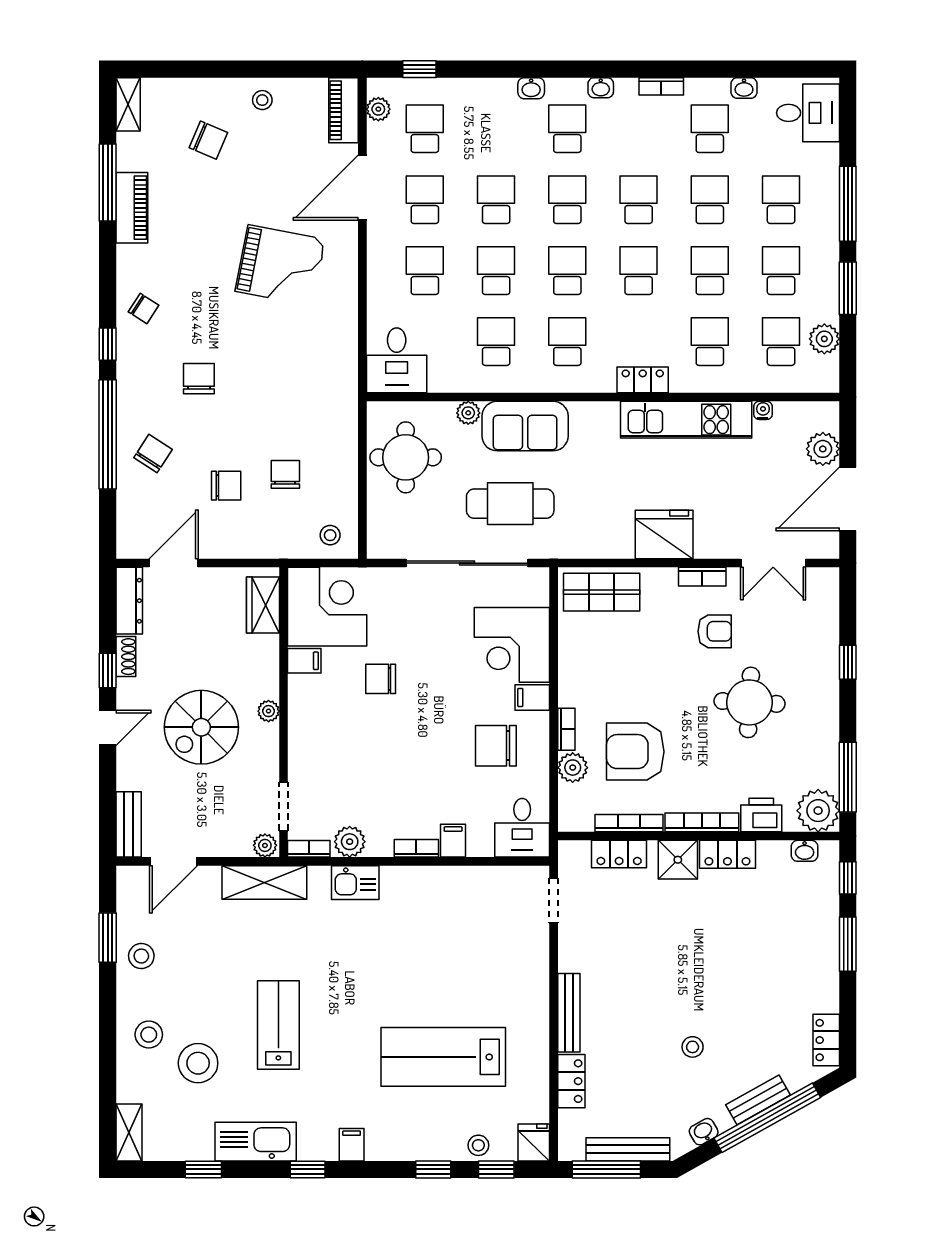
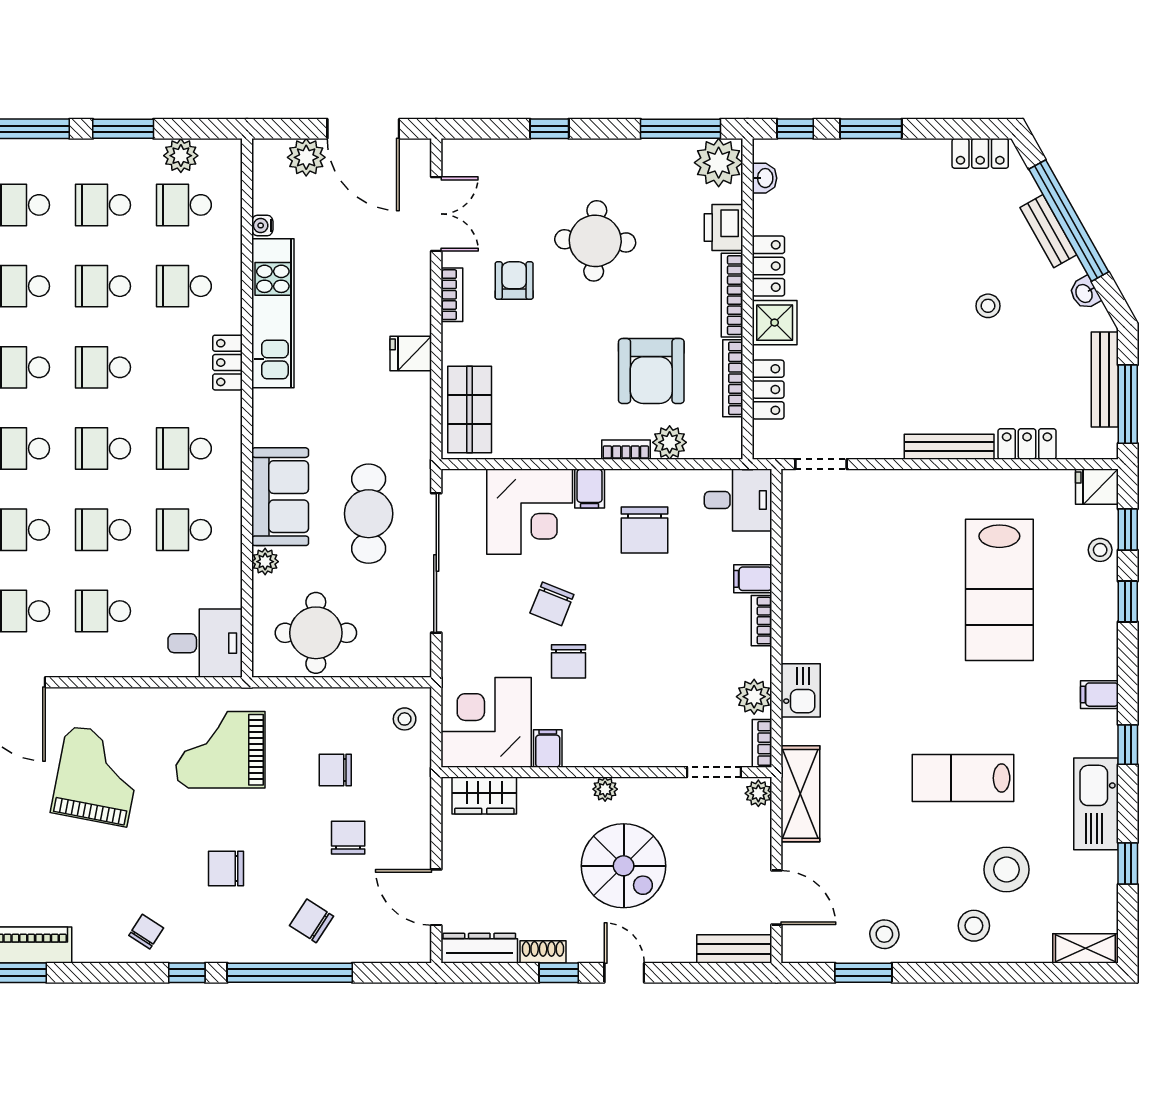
grand piano: (303, 374) -> (221, 750), added
fridge: (664, 534) -> (411, 353), width x0.53, depth x0.75
chair: (431, 664) -> (552, 604), added

